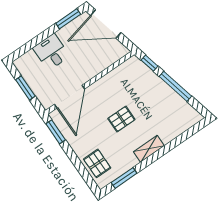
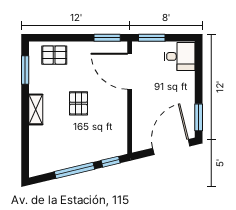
desk: (51, 52) -> (180, 56), moved
window: (25, 88) -> (152, 38), moved

